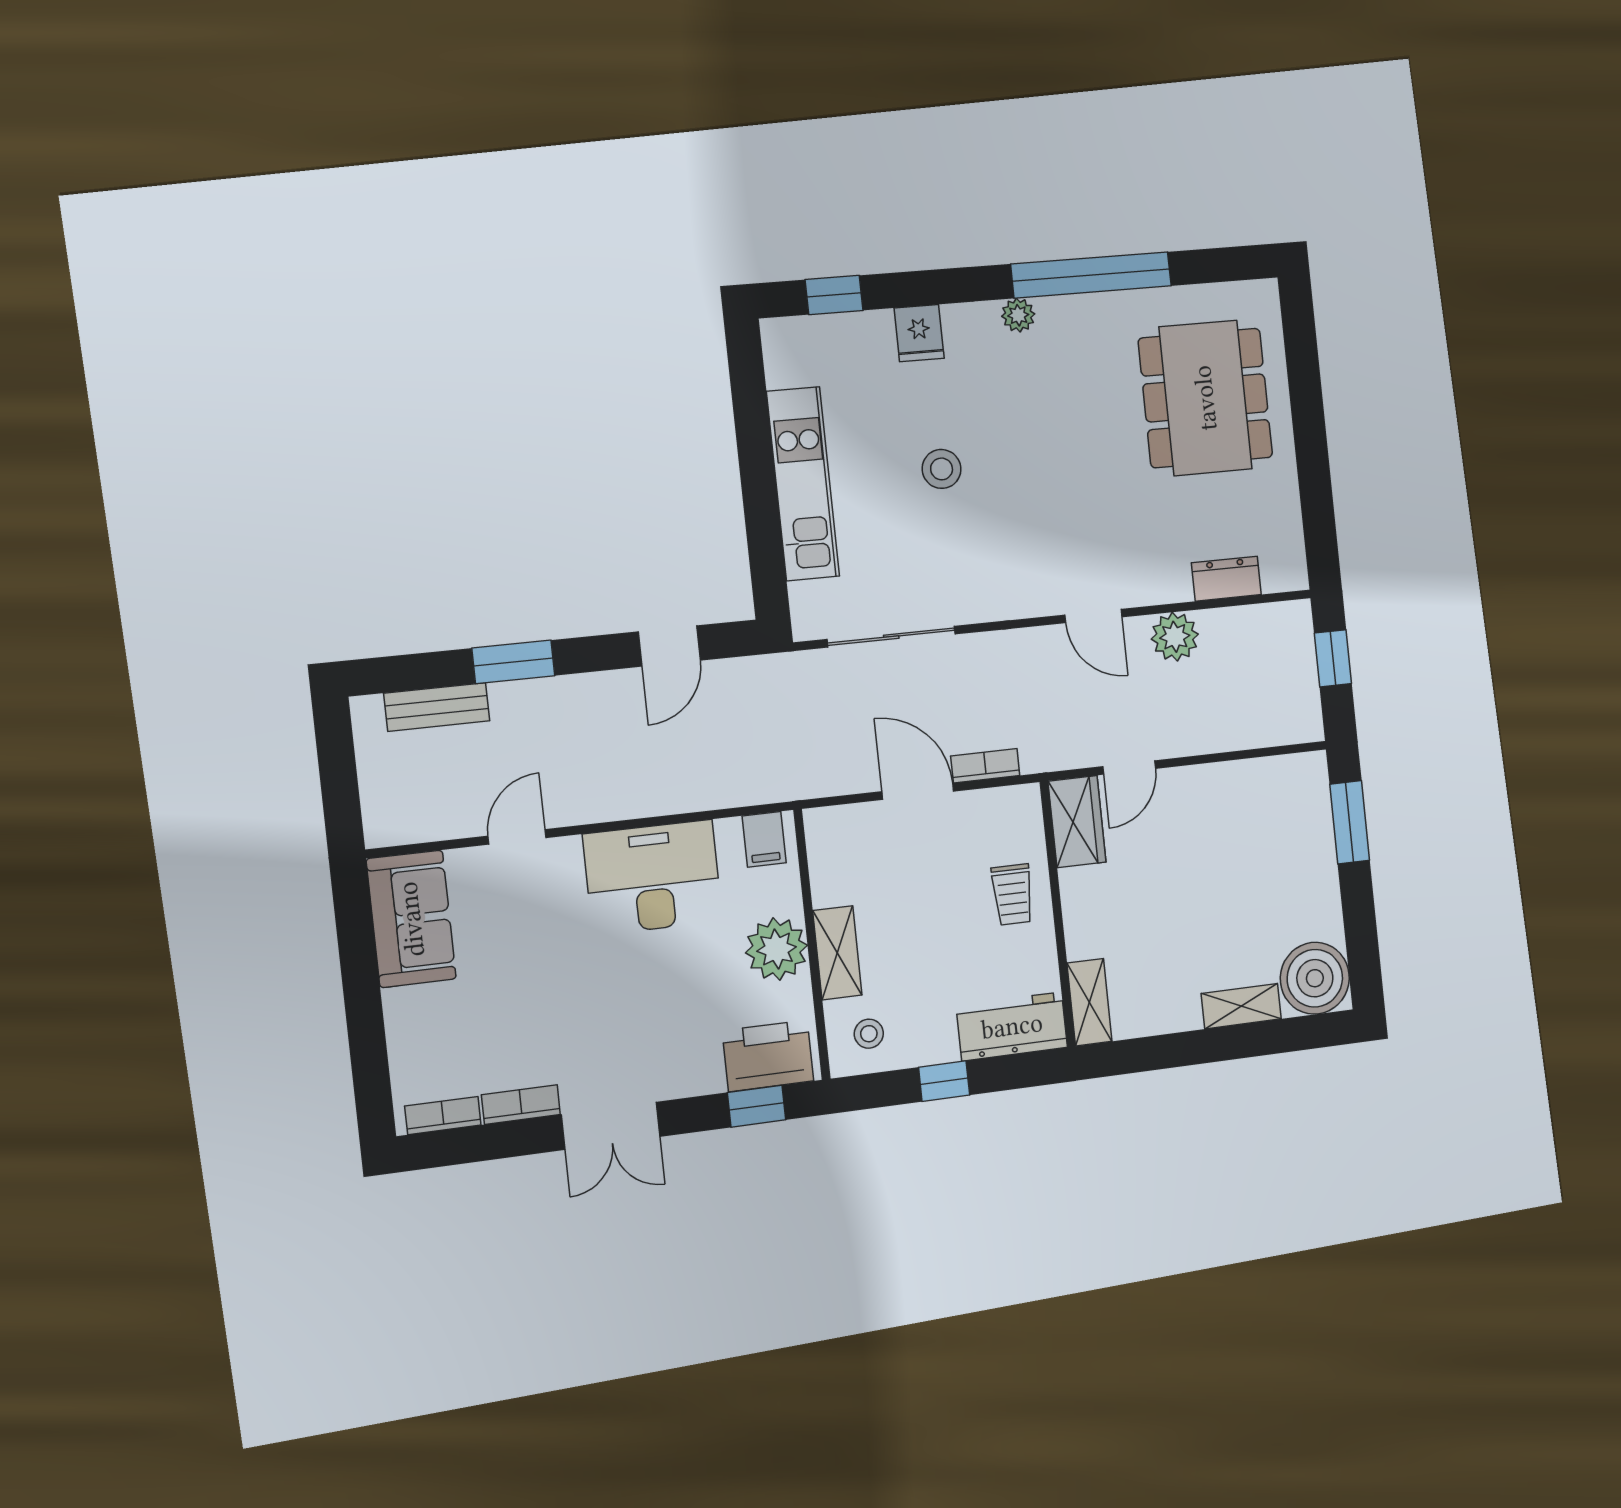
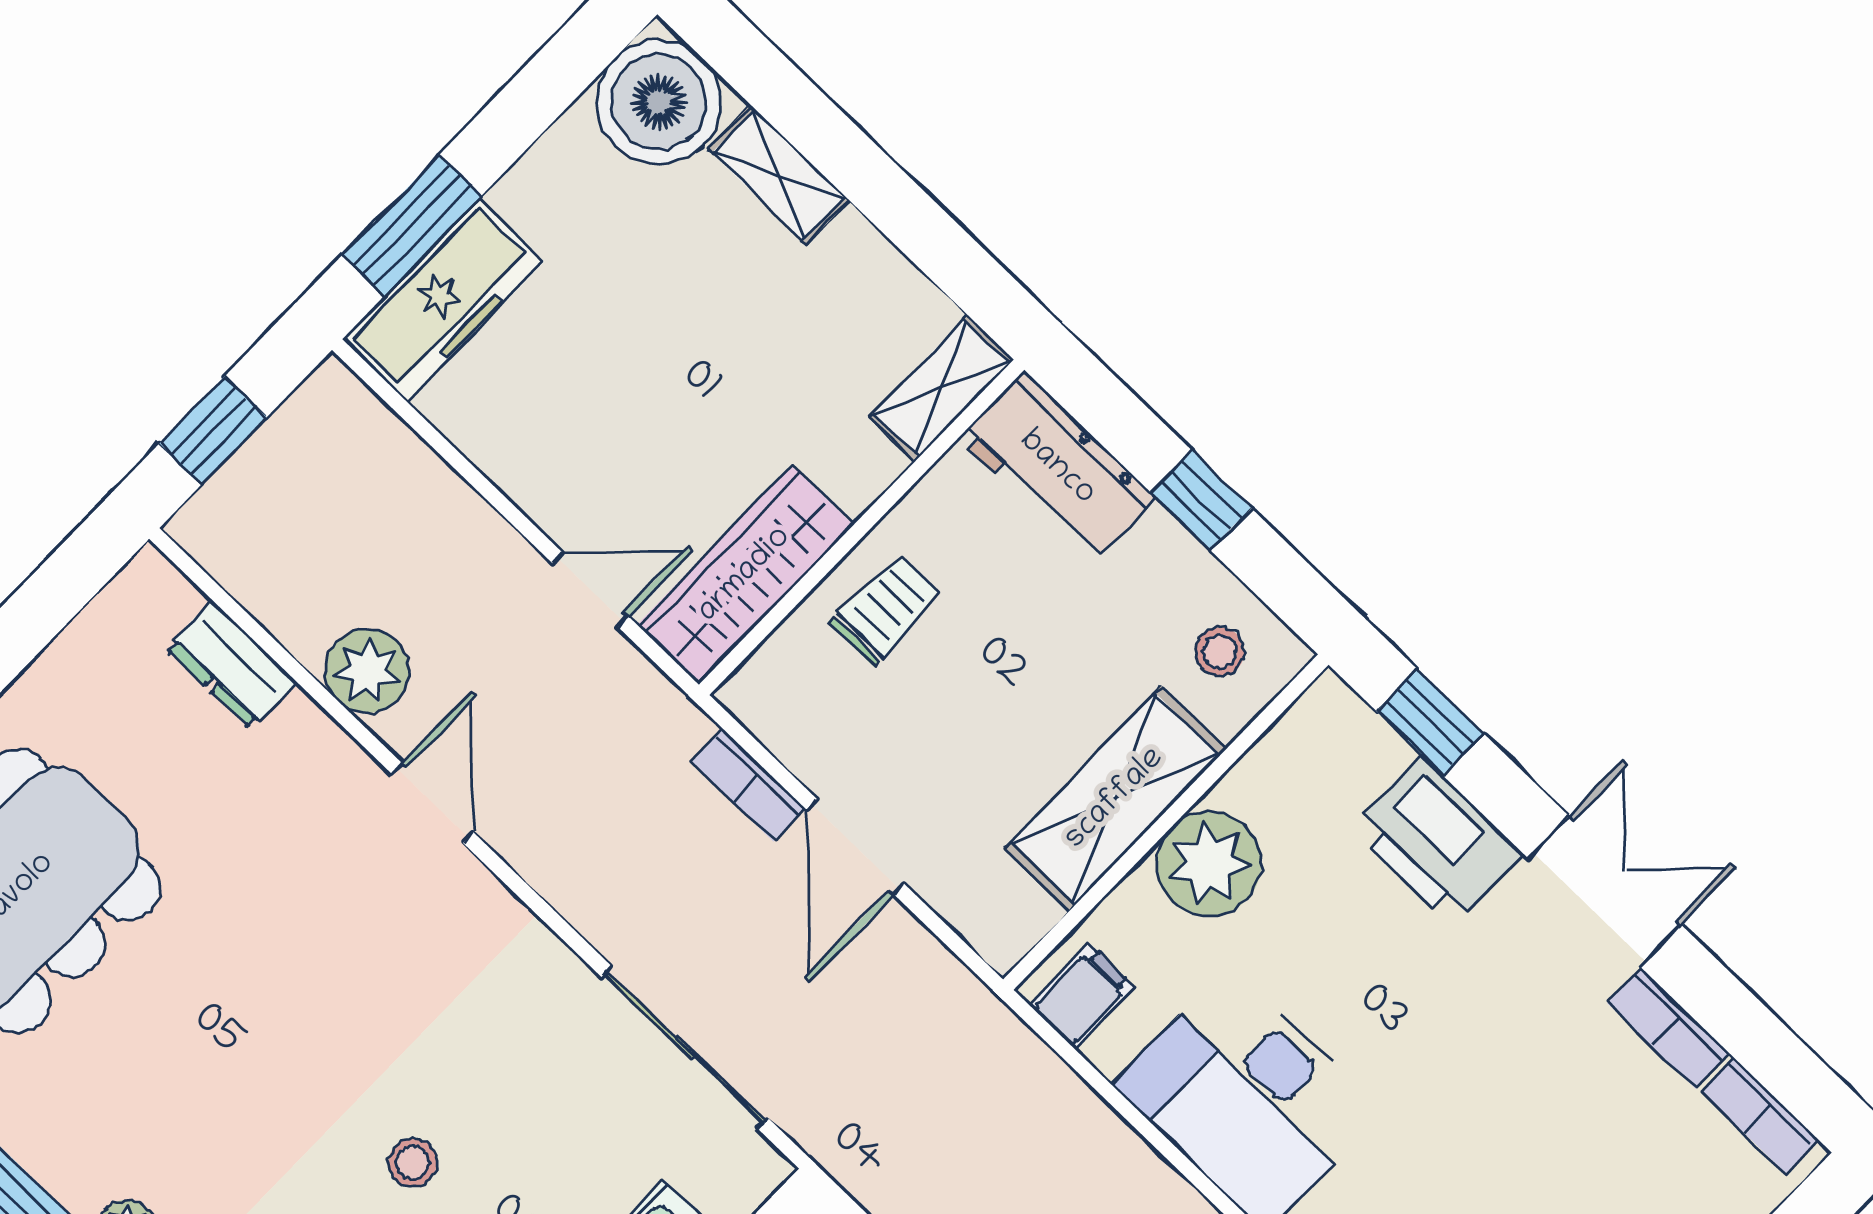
stool: (942, 469) -> (413, 1162), width x0.73, depth x0.73
freezer: (1307, 809) -> (443, 300), added
wardrobe: (1077, 822) -> (745, 575), width x1.50
shelving: (837, 953) -> (1115, 799), width x1.50, depth x1.33
printer: (768, 1056) -> (1437, 841), moved

